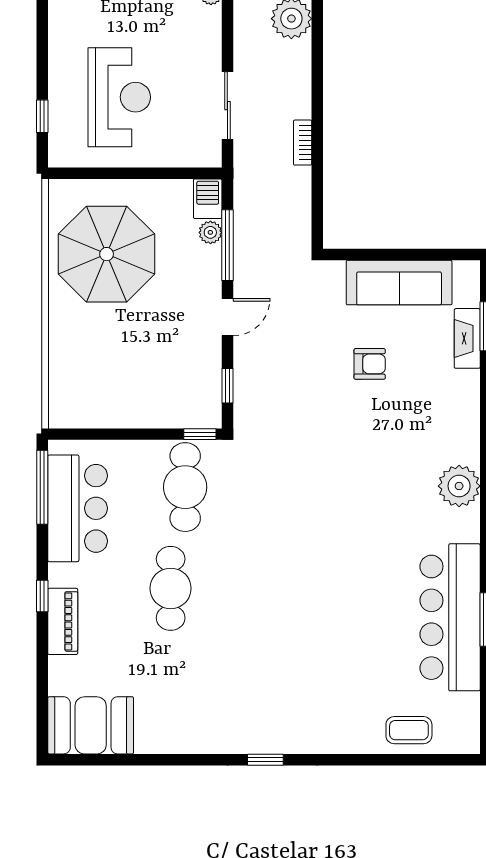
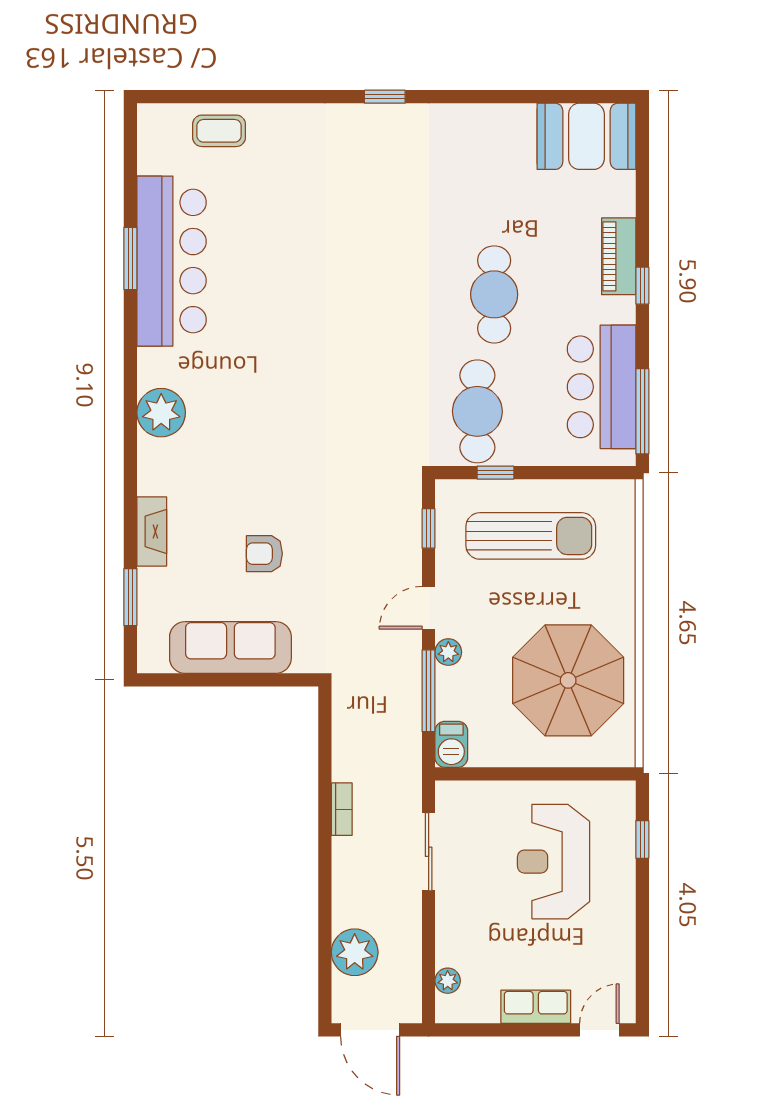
plant: (210, 232) -> (448, 652), moved
fireplace: (467, 338) -> (152, 531), moved
sun lounger: (139, 379) -> (531, 536), added
window: (200, 434) -> (495, 473), moved

